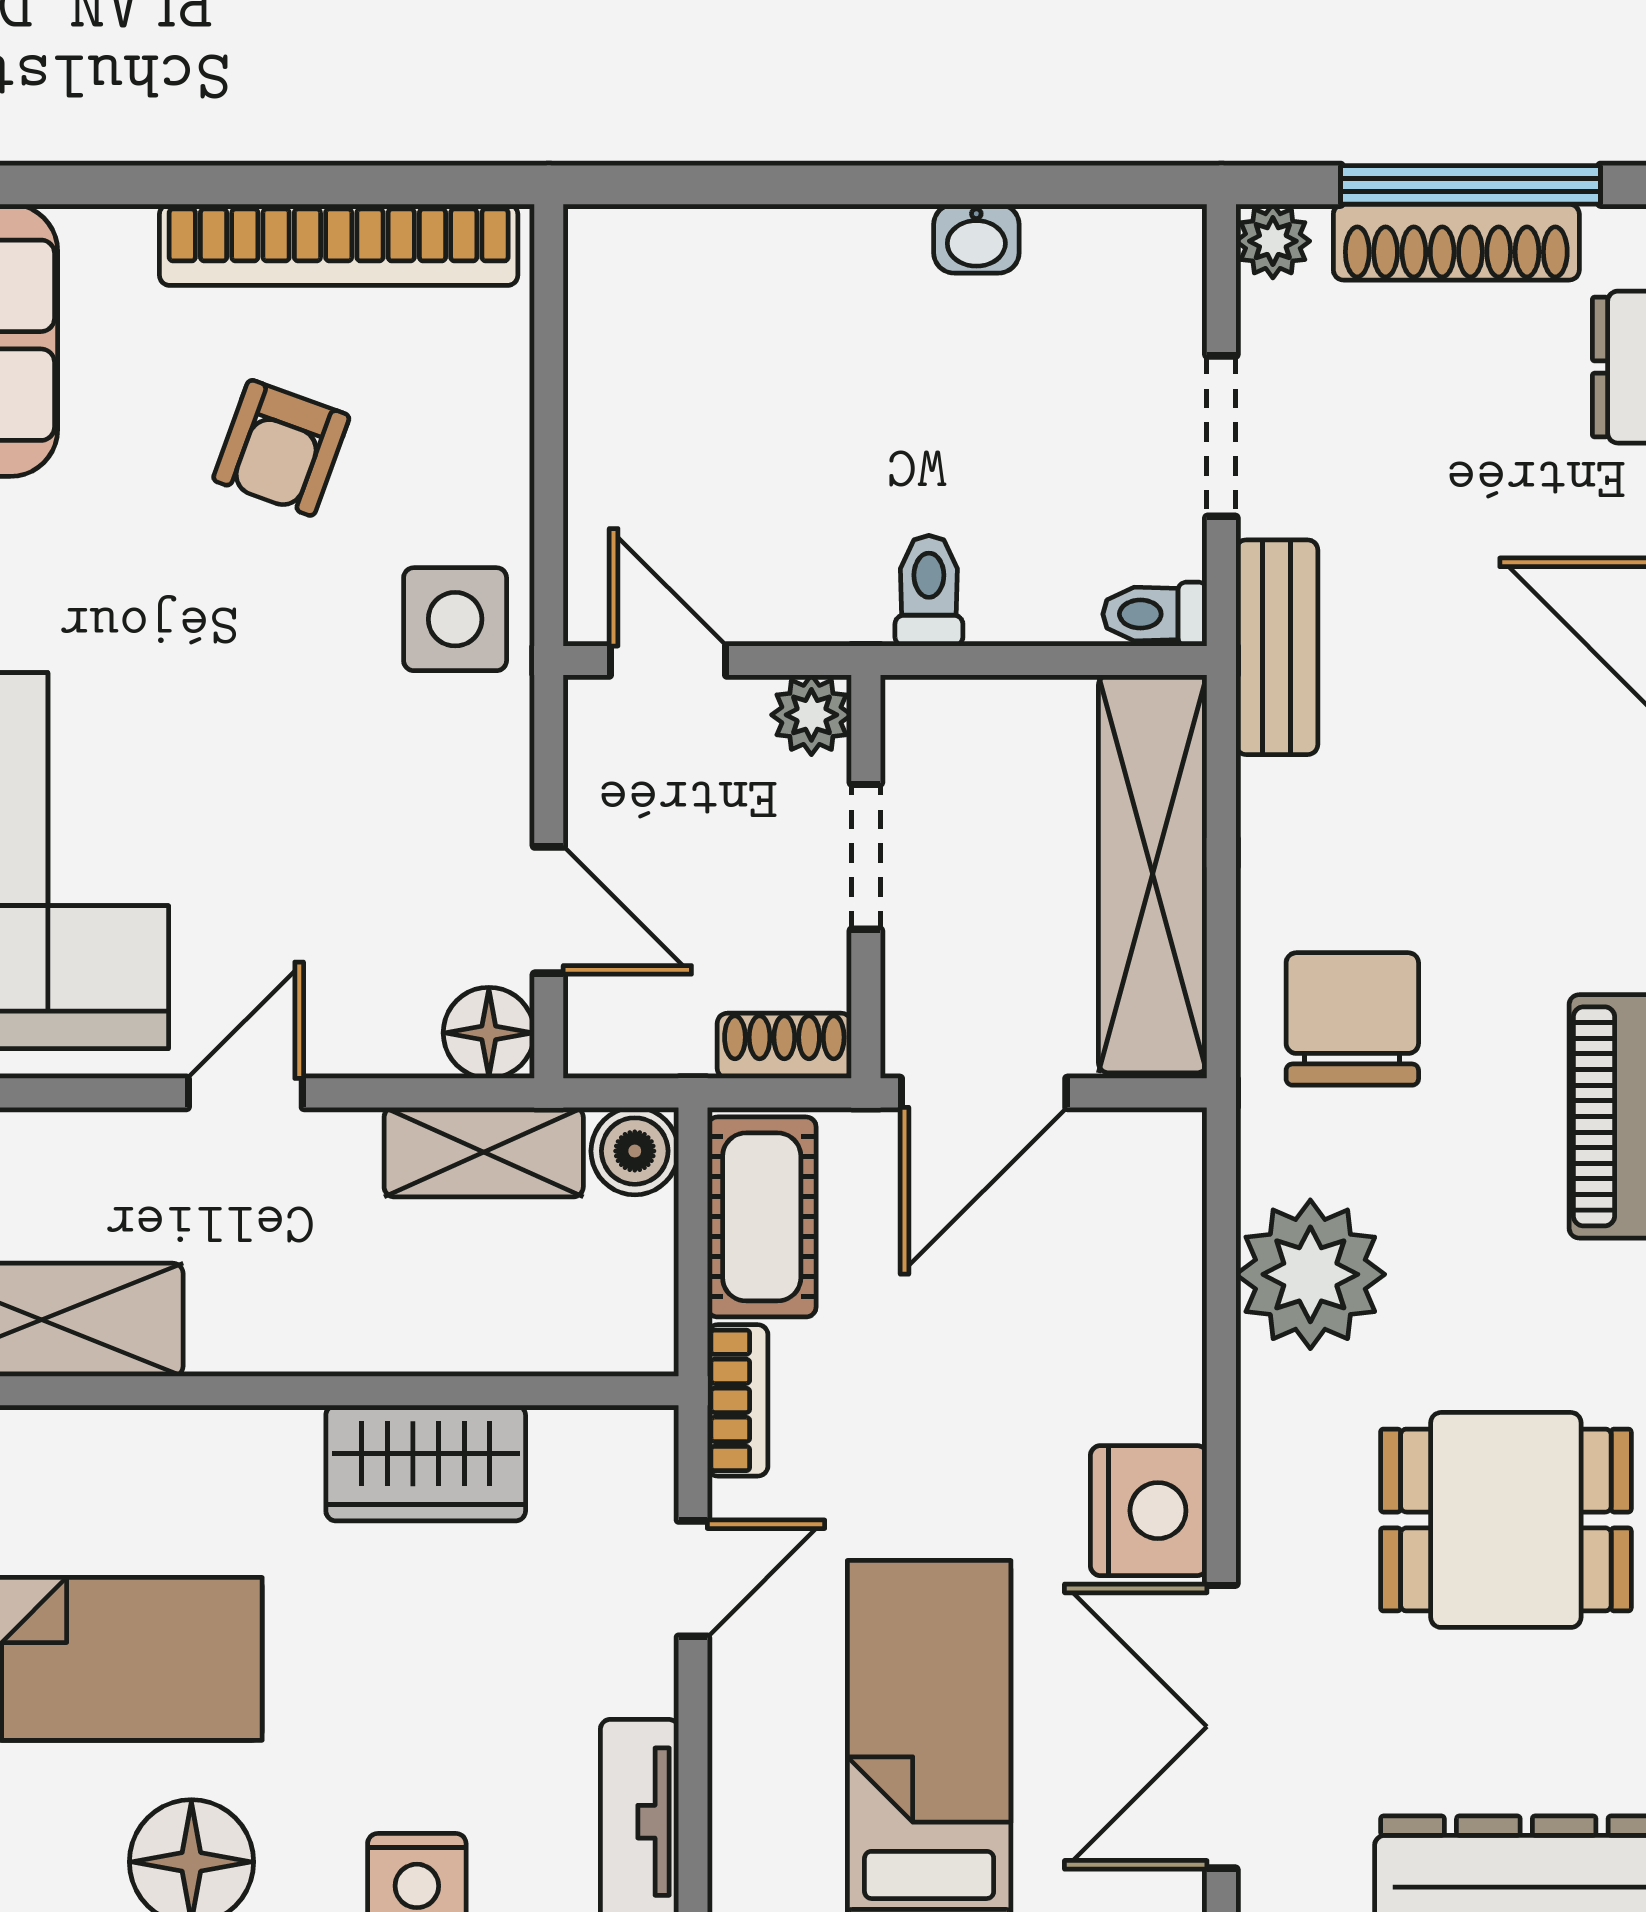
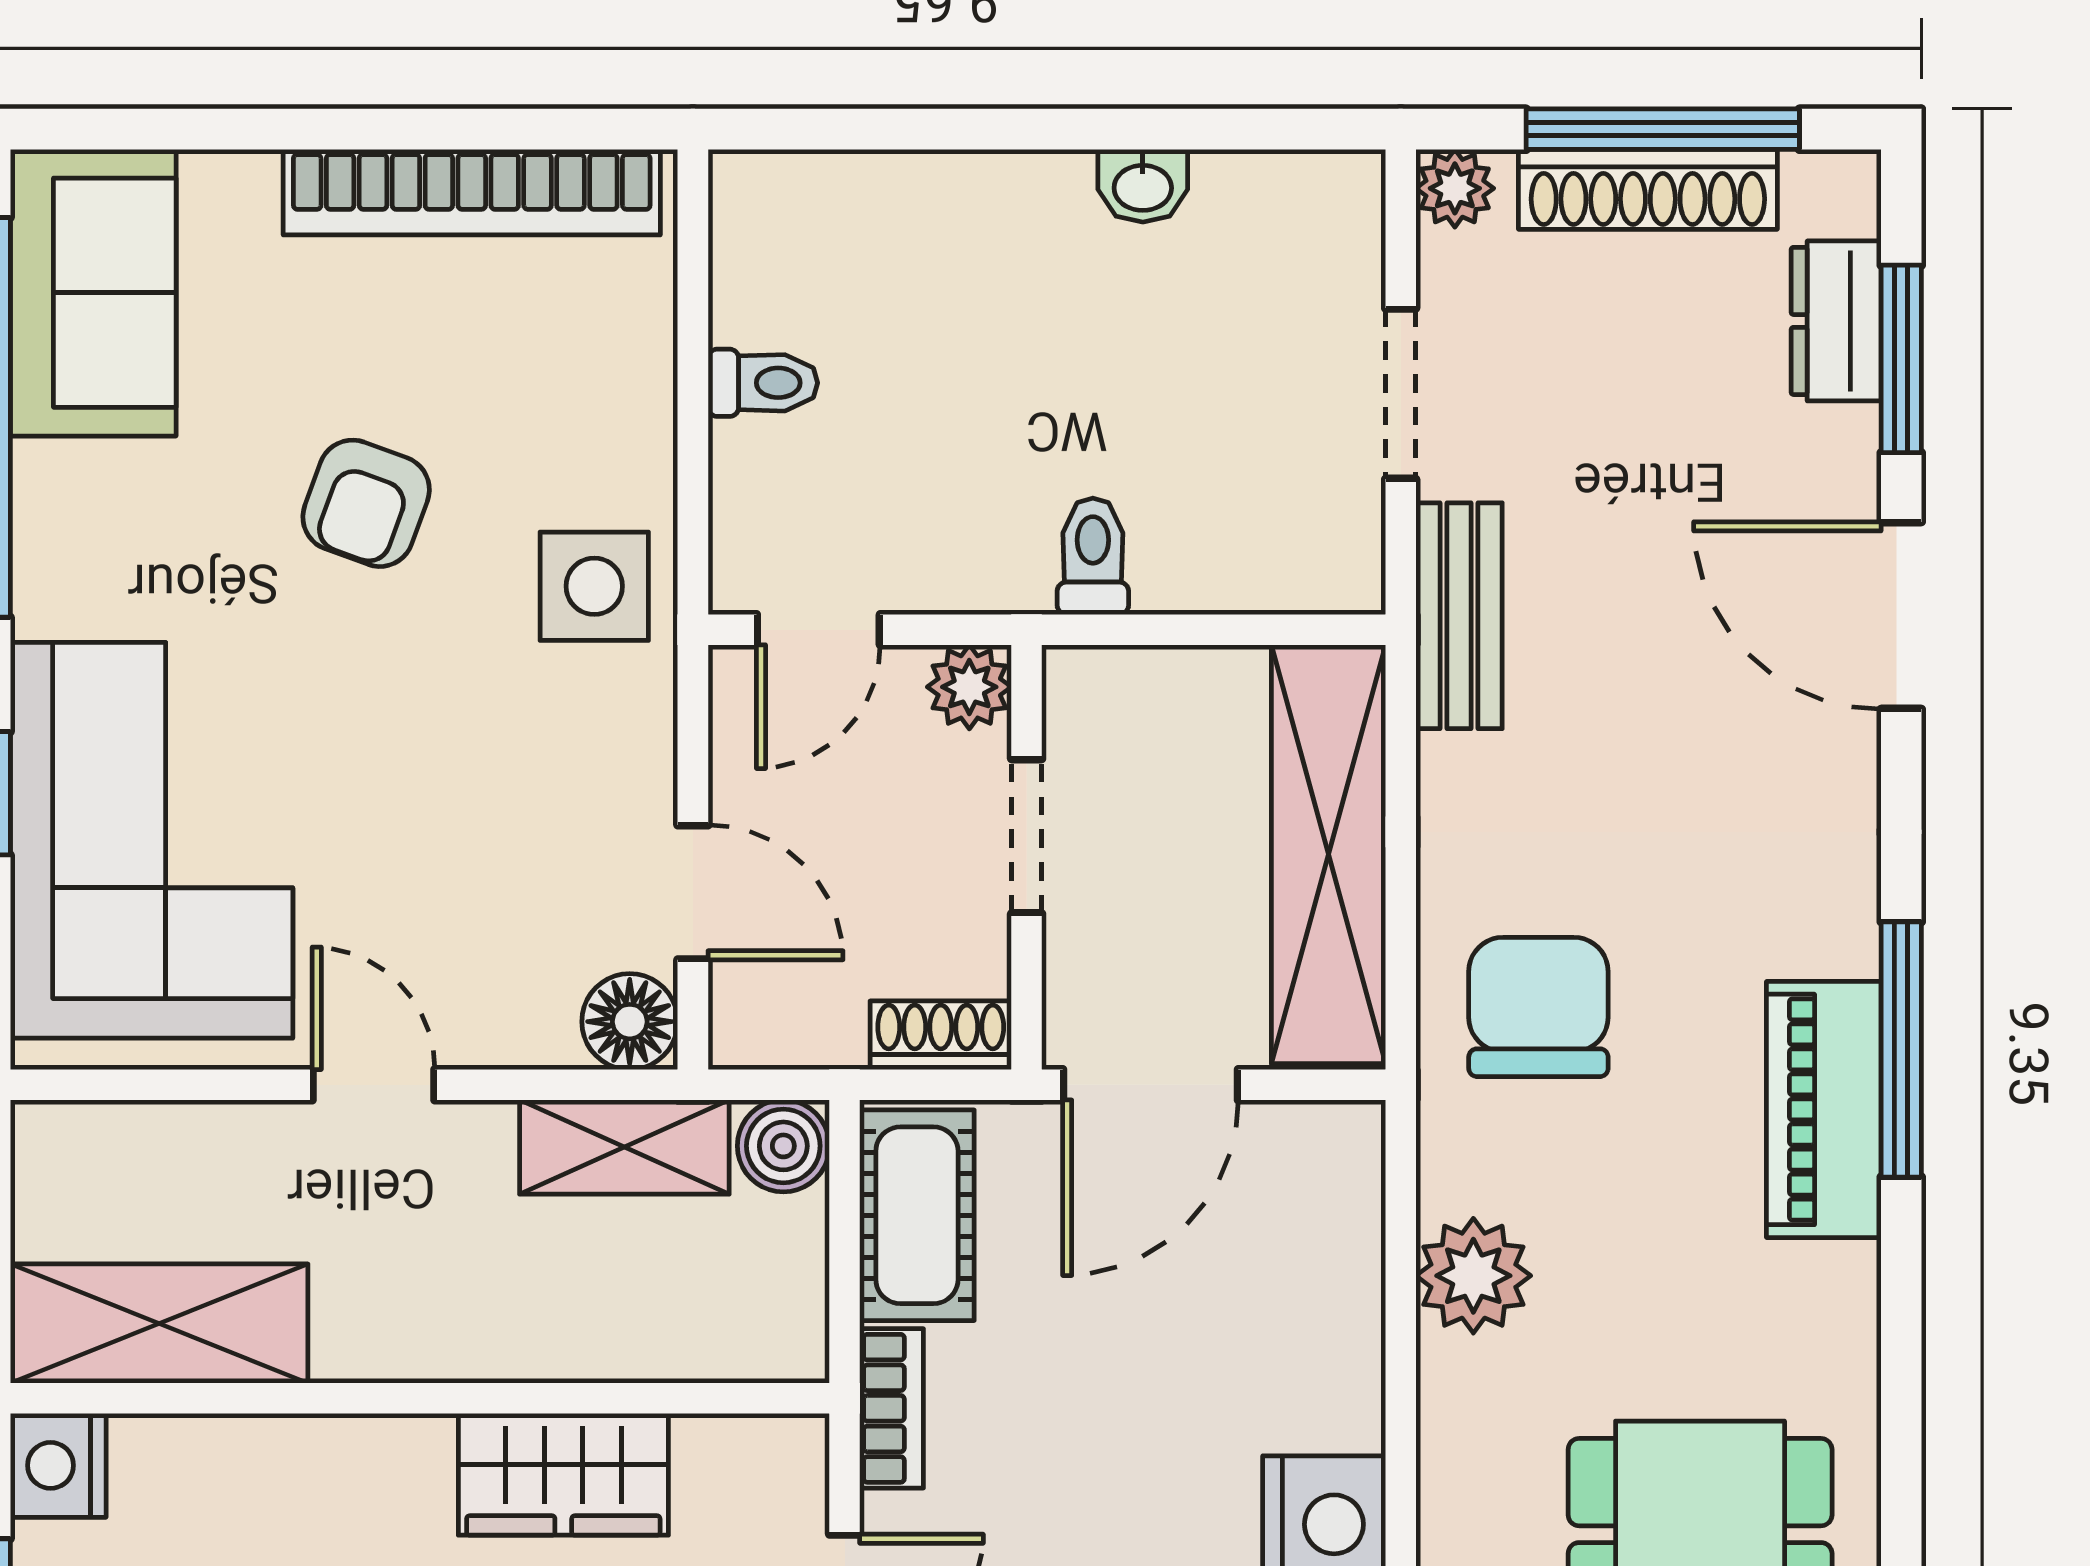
armchair: (281, 448) -> (366, 503), moved
toilet: (1155, 614) -> (763, 383), moved, turned 180
door: (668, 660) -> (818, 630), swing flipped
door: (245, 1093) -> (373, 1085), hinge flipped
plant: (1310, 1274) -> (1473, 1276), width x0.73, depth x0.73

